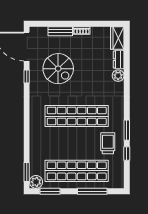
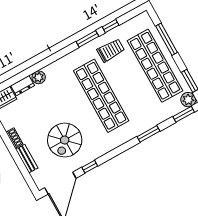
spiral stairs: (58, 69) -> (65, 140), turned 180
window: (27, 136) -> (148, 134), added
trolley: (108, 143) -> (111, 50), turned 180

